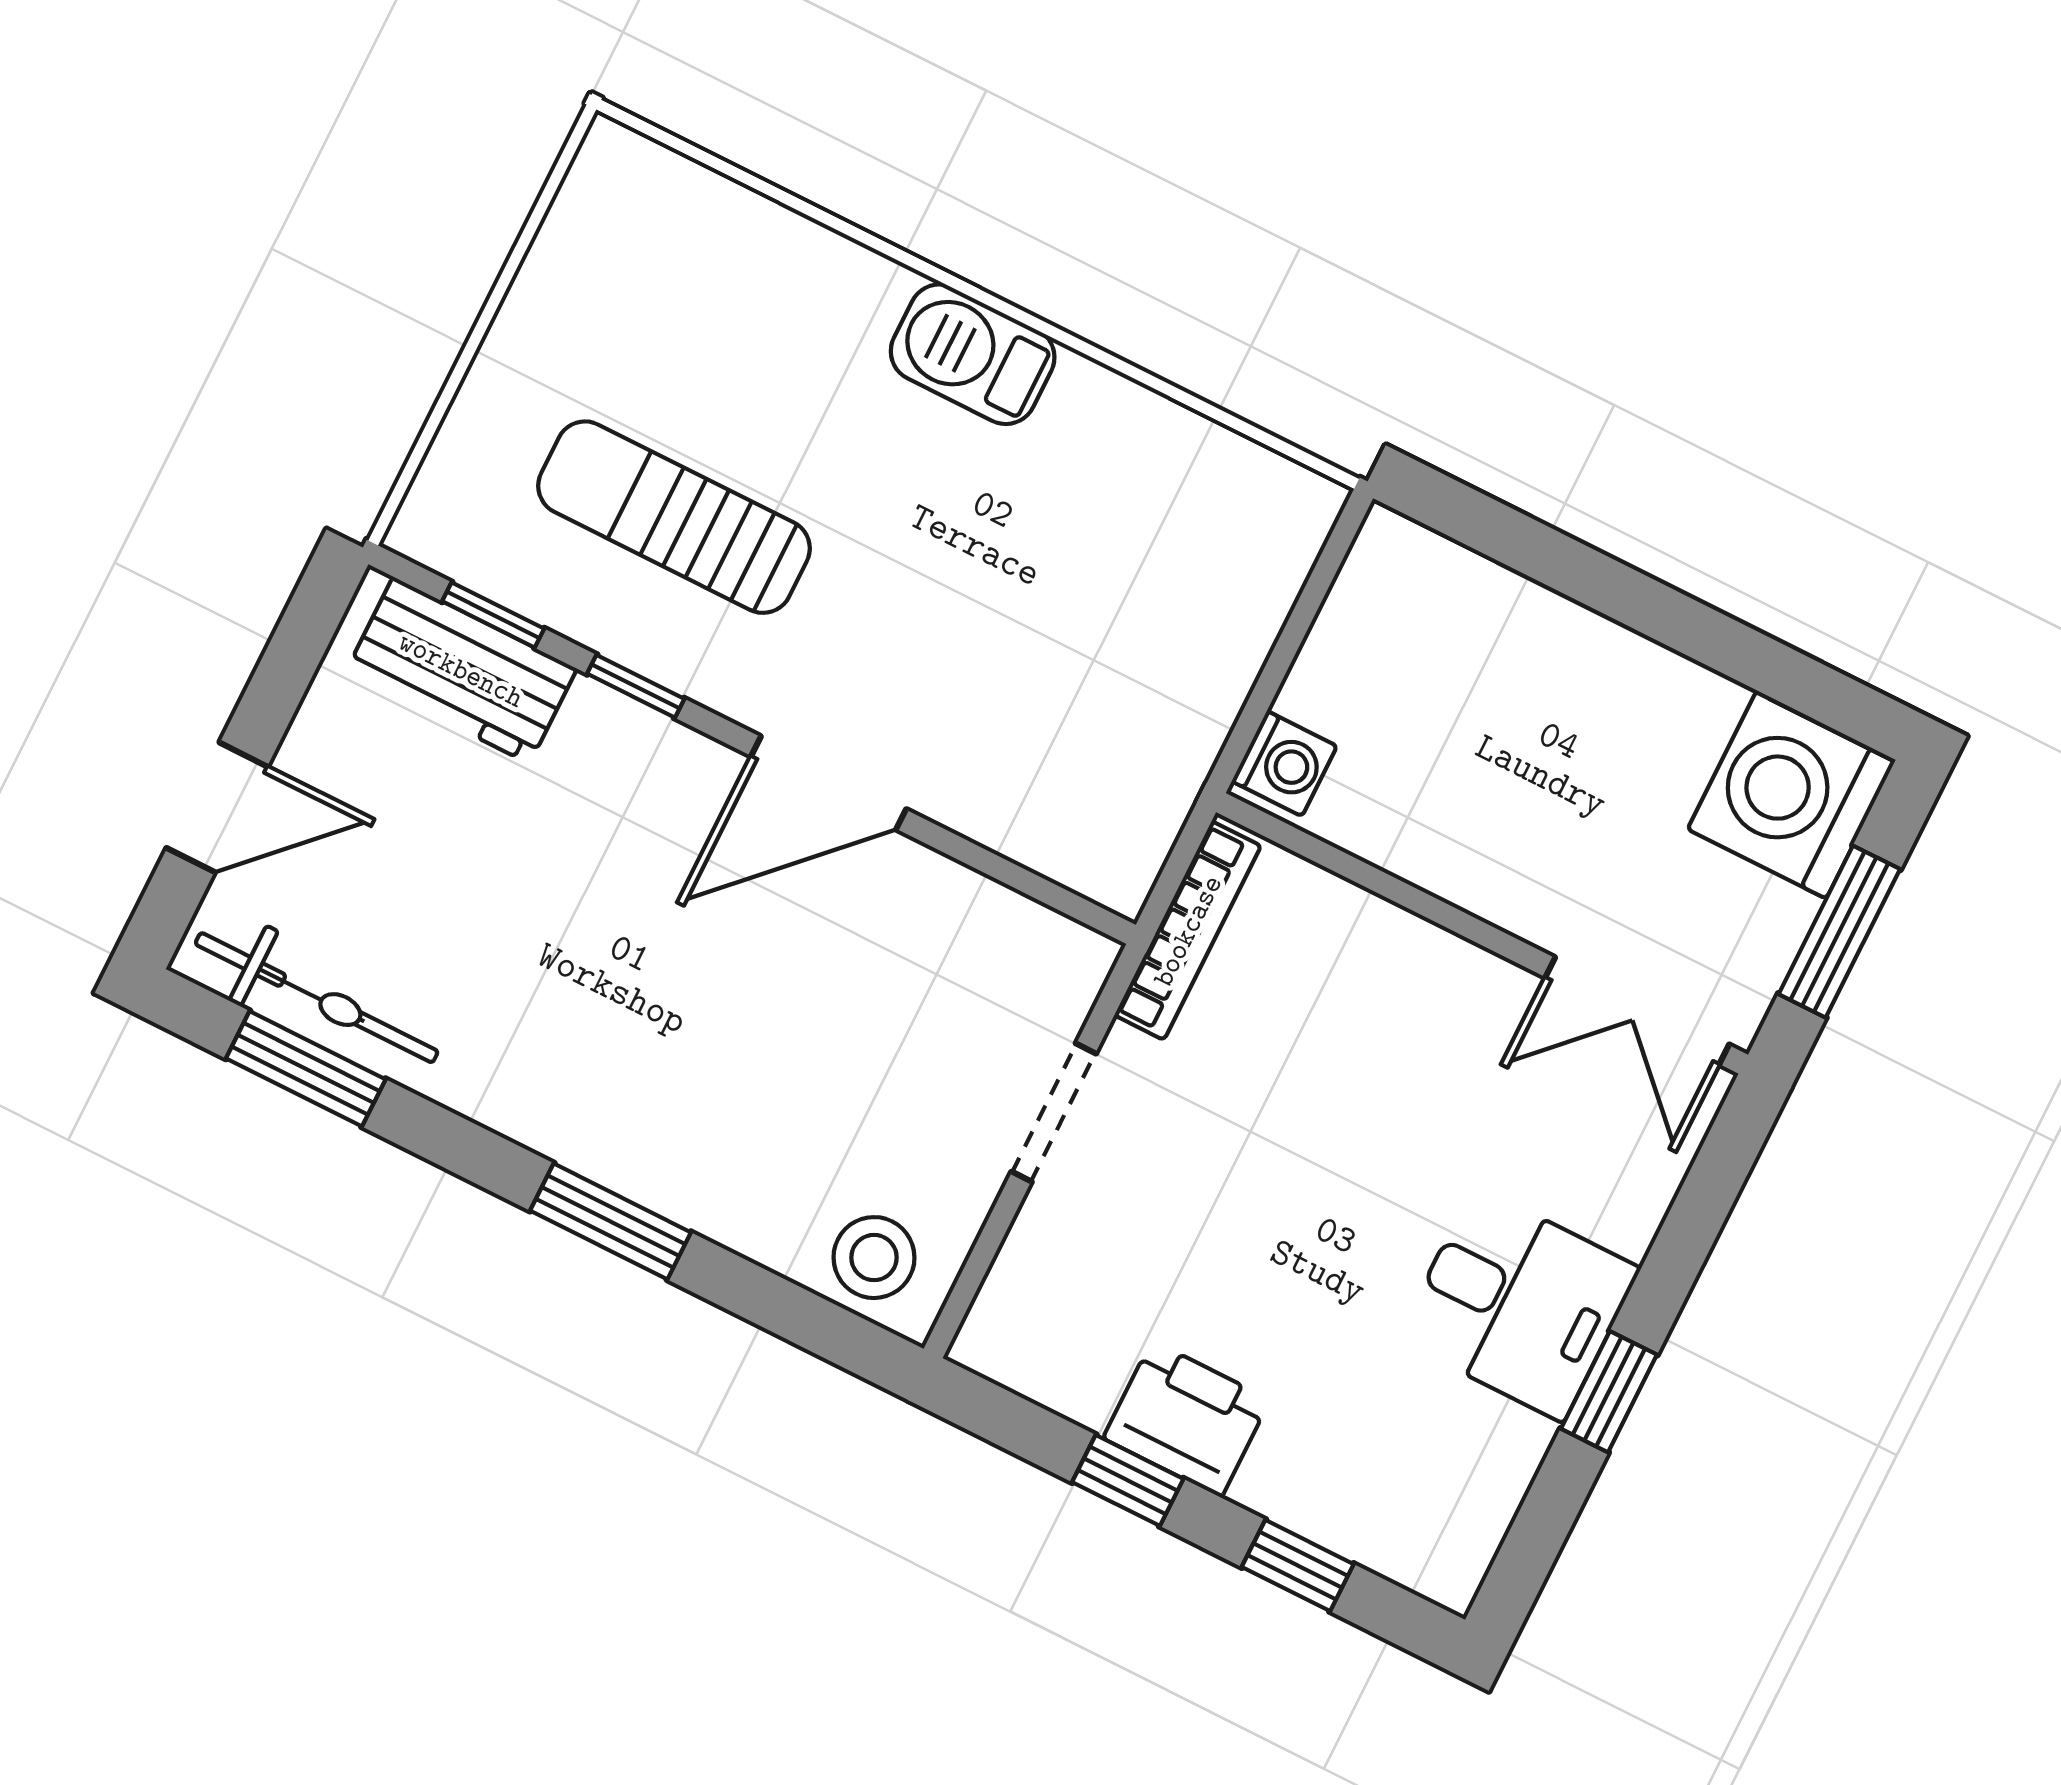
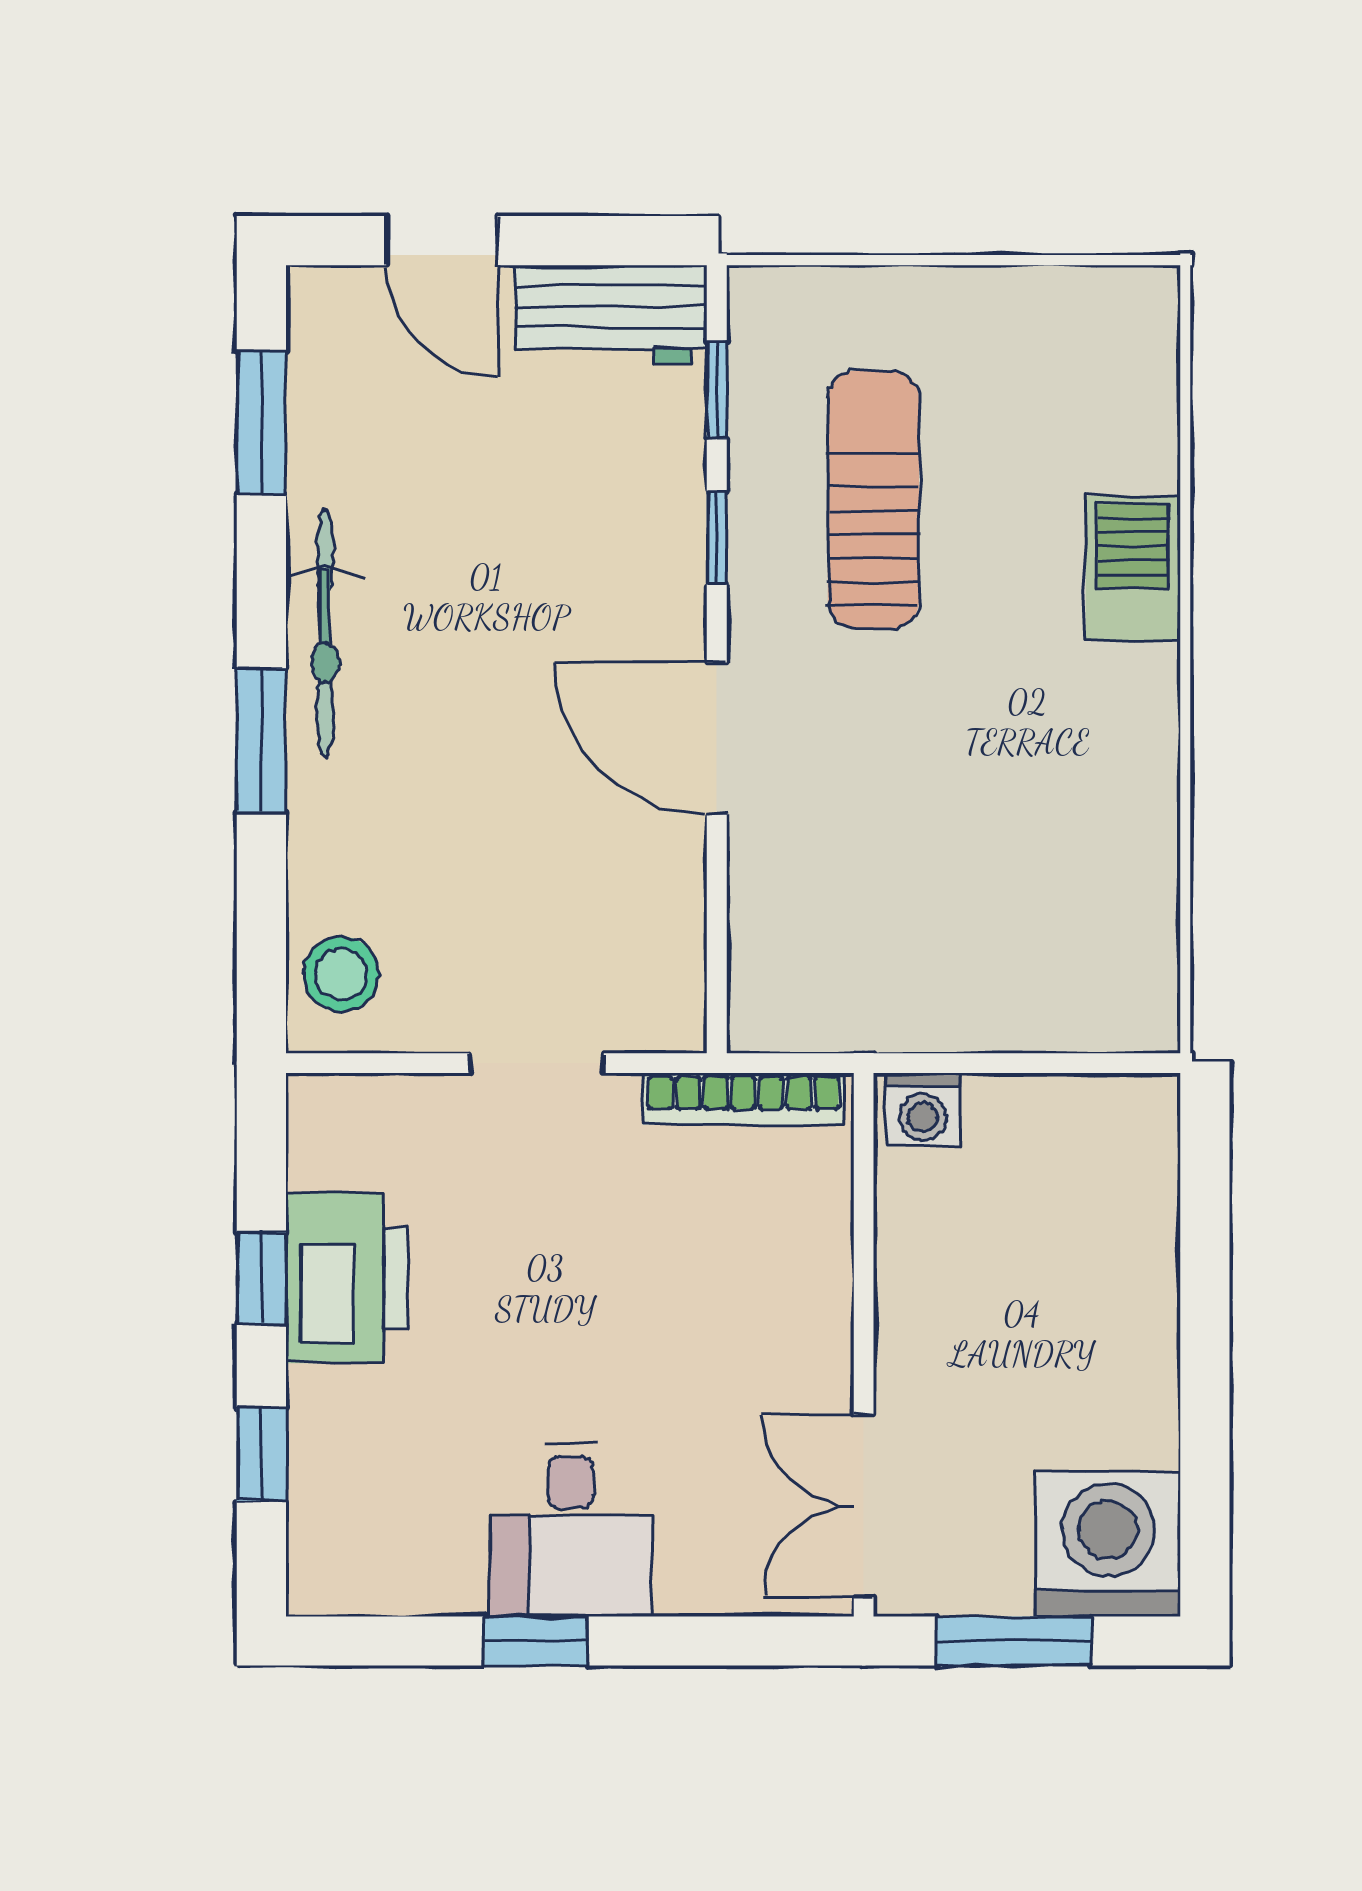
barbecue: (973, 354) -> (1133, 568), moved
workbench: (461, 670) -> (611, 315), moved, turned -90
bicycle: (317, 998) -> (325, 633), moved
printer: (1187, 1419) -> (347, 1278), width x1.37, depth x1.19

